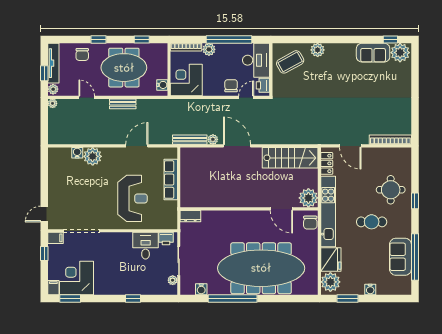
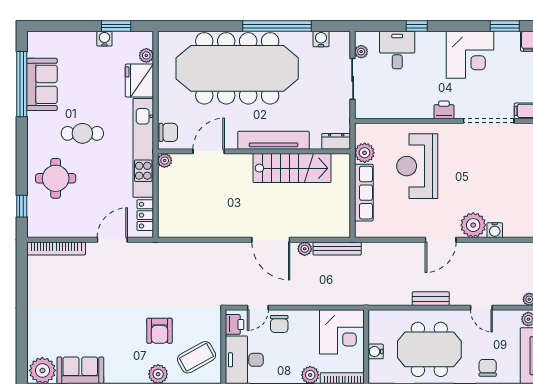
armchair: (317, 81) -> (159, 331), added
water cooler: (162, 85) -> (376, 351), moved
door: (137, 146) -> (441, 240), moved
door: (350, 146) -> (112, 240), hinge flipped
stairs: (290, 158) -> (292, 168), moved, turned 180
plant: (308, 198) -> (165, 161), width x0.53, depth x0.53
window: (415, 201) -> (22, 206), moved
plant: (170, 208) -> (365, 153), added
door: (281, 209) -> (209, 151), hinge flipped
tv unit: (235, 217) -> (273, 140), added
chair: (310, 223) -> (168, 132), turned 90
printer: (166, 239) -> (444, 110), moved
desk: (146, 246) -> (397, 50), moved, turned 180
corner desk: (77, 278) -> (470, 55), moved
plant: (330, 282) -> (146, 55), width x0.53, depth x0.53
water cooler: (370, 289) -> (104, 39), moved

